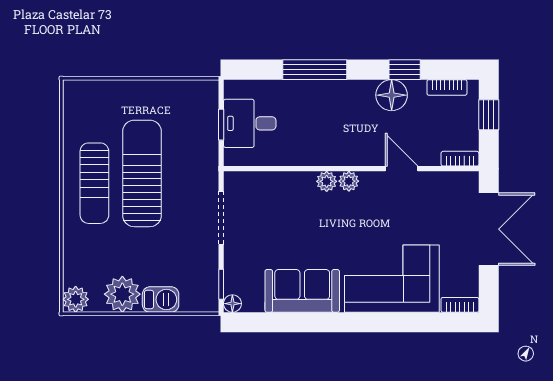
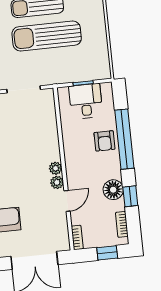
window: (315, 70) -> (124, 139), width x1.46
armchair: (314, 101) -> (104, 141), added
sun lounger: (142, 173) -> (47, 36), turned 180
plant: (327, 181) -> (57, 182), moved

